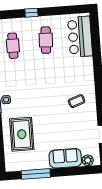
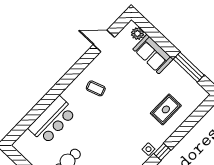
bar counter: (80, 37) -> (52, 120), moved
rug: (22, 134) -> (166, 109), width x0.73, depth x0.70

